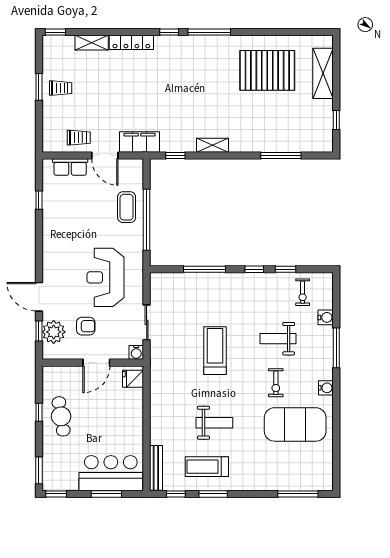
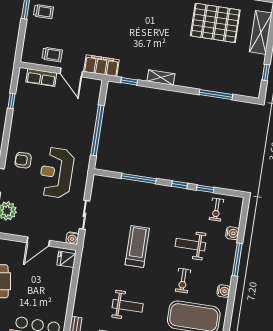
coffee table: (127, 207) -> (83, 118), removed
armchair: (86, 326) -> (23, 160), moved, turned 180

